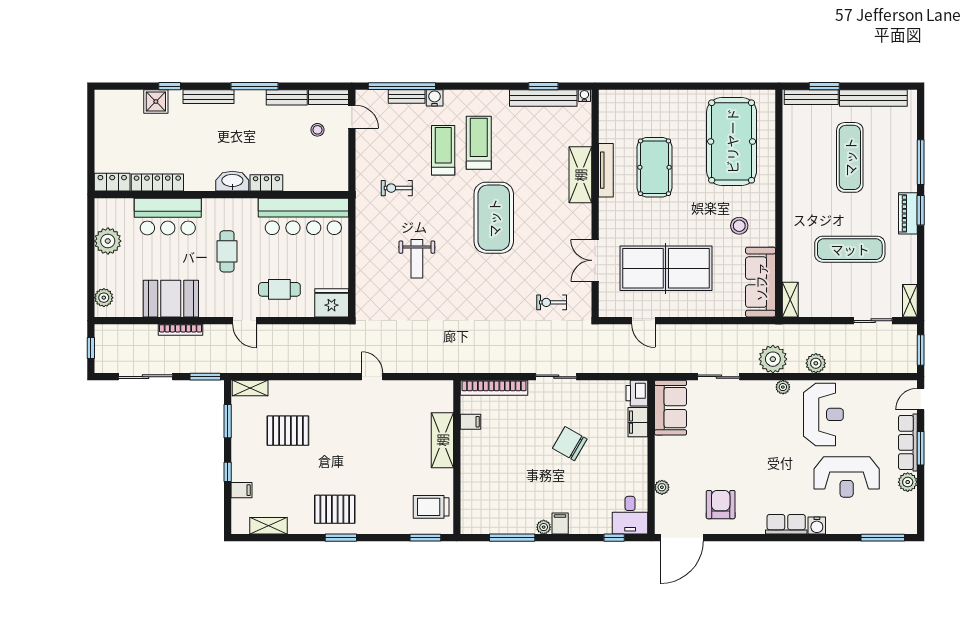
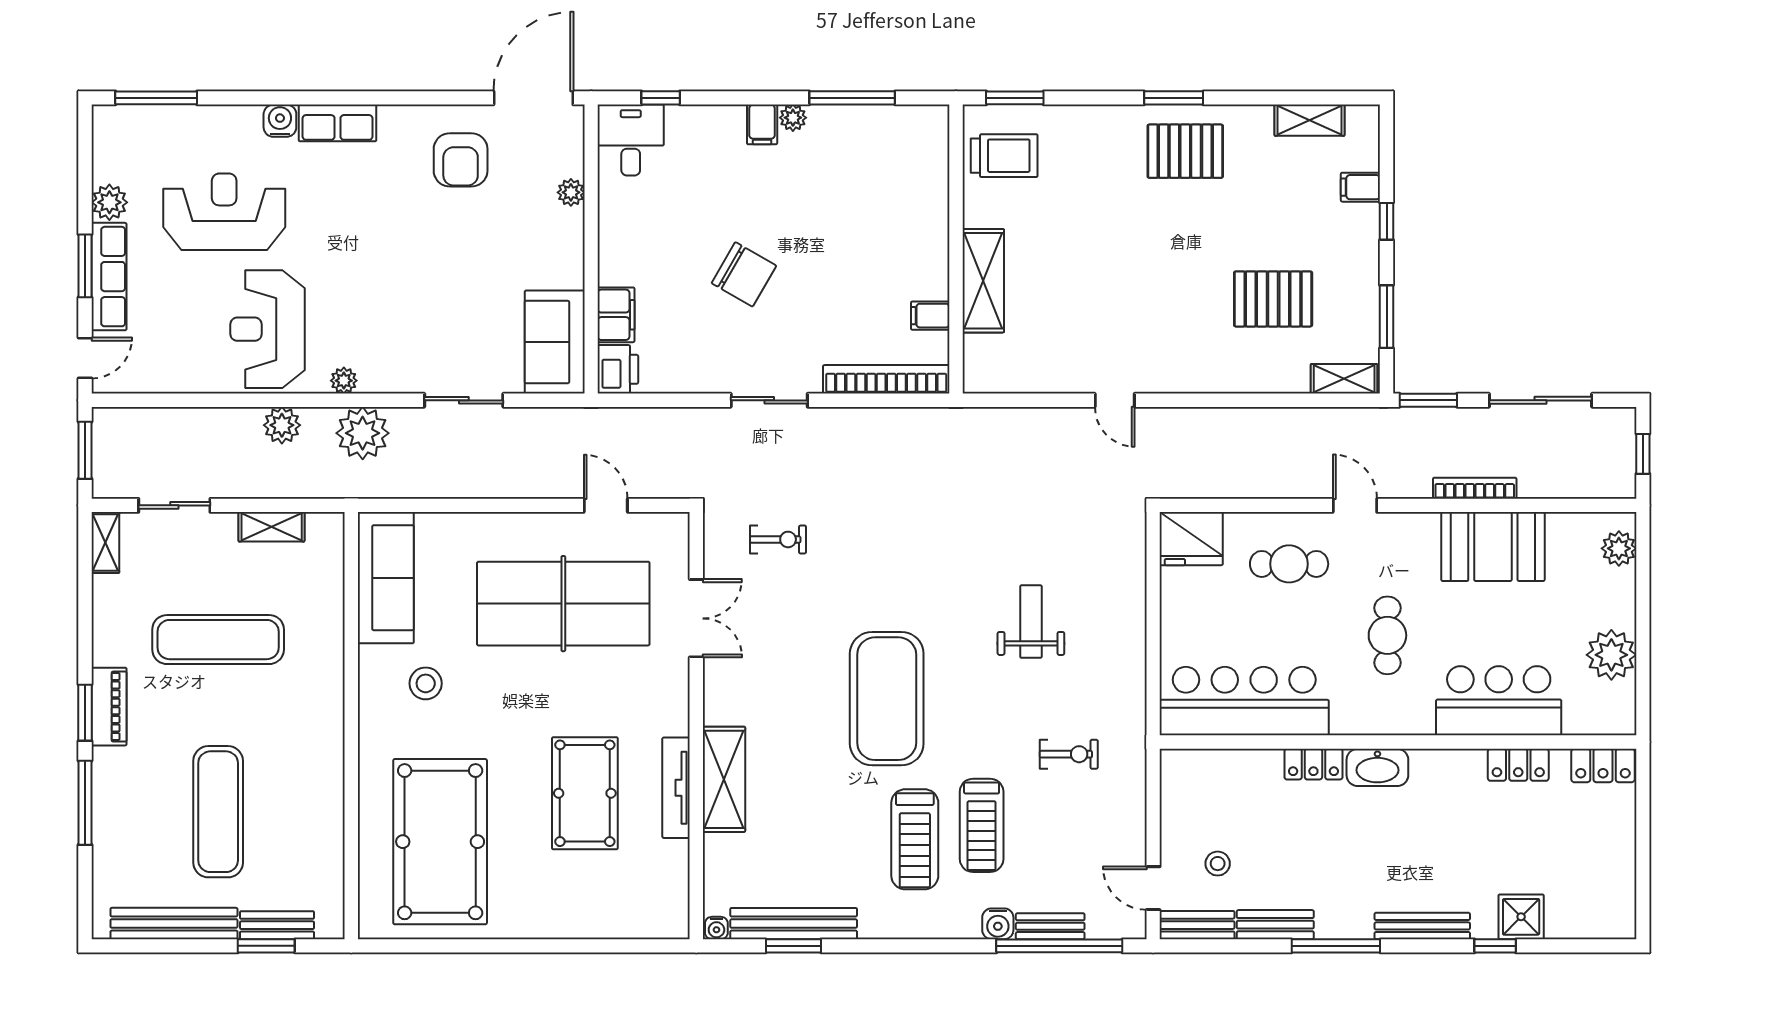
bench: (811, 97) -> (277, 925), width x0.73
locker: (157, 182) -> (1518, 765), width x0.66
shelving: (790, 300) -> (272, 527), moved, turned 90

